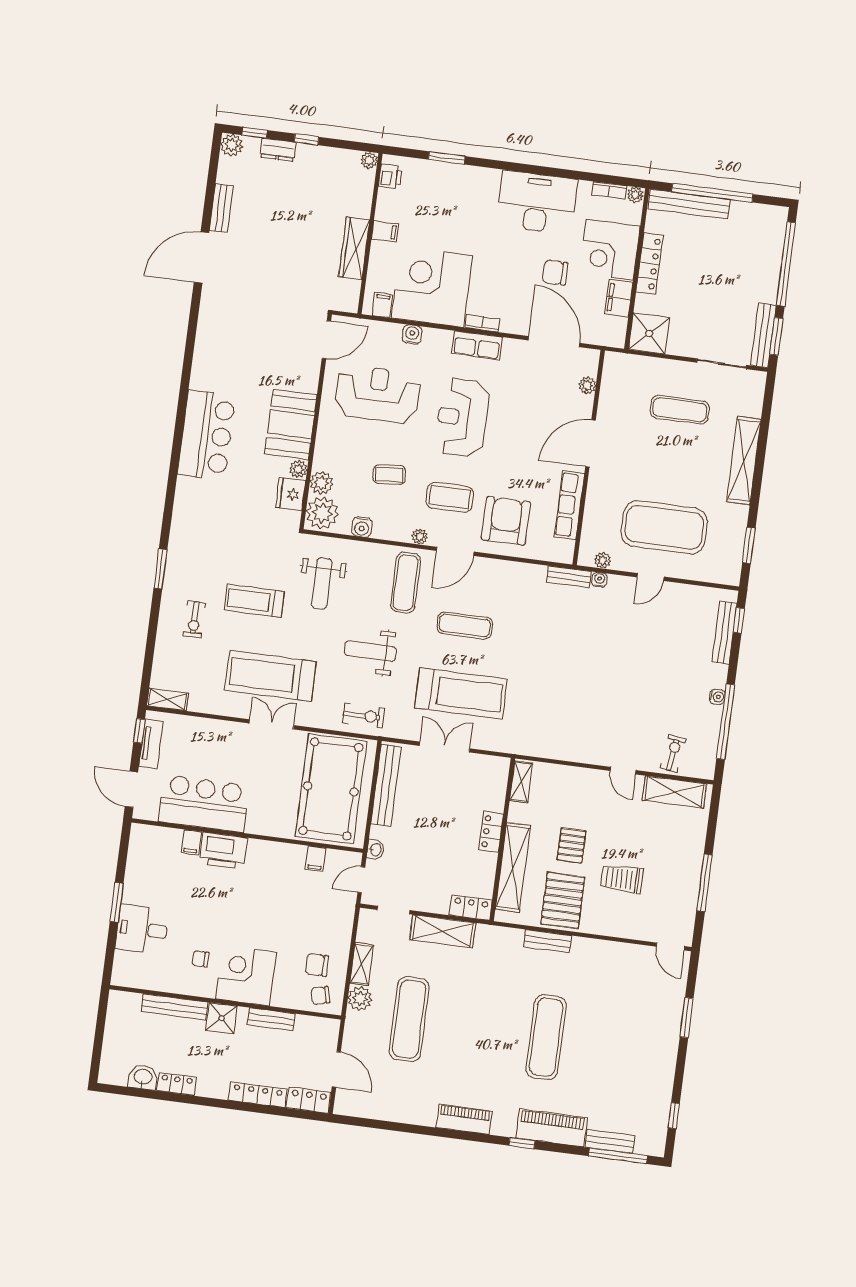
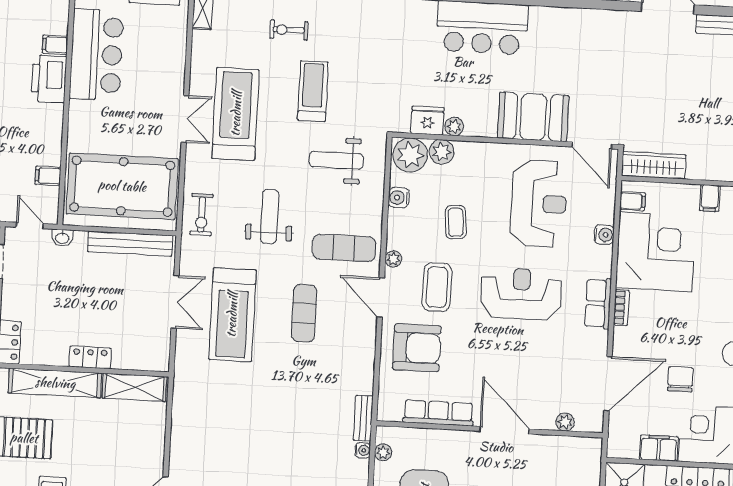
wardrobe: (354, 248) -> (654, 165), moved
booth: (291, 424) -> (533, 117), moved
shelving: (521, 782) -> (134, 387), width x1.50, depth x1.33
pallet: (572, 845) -> (82, 443), removed

